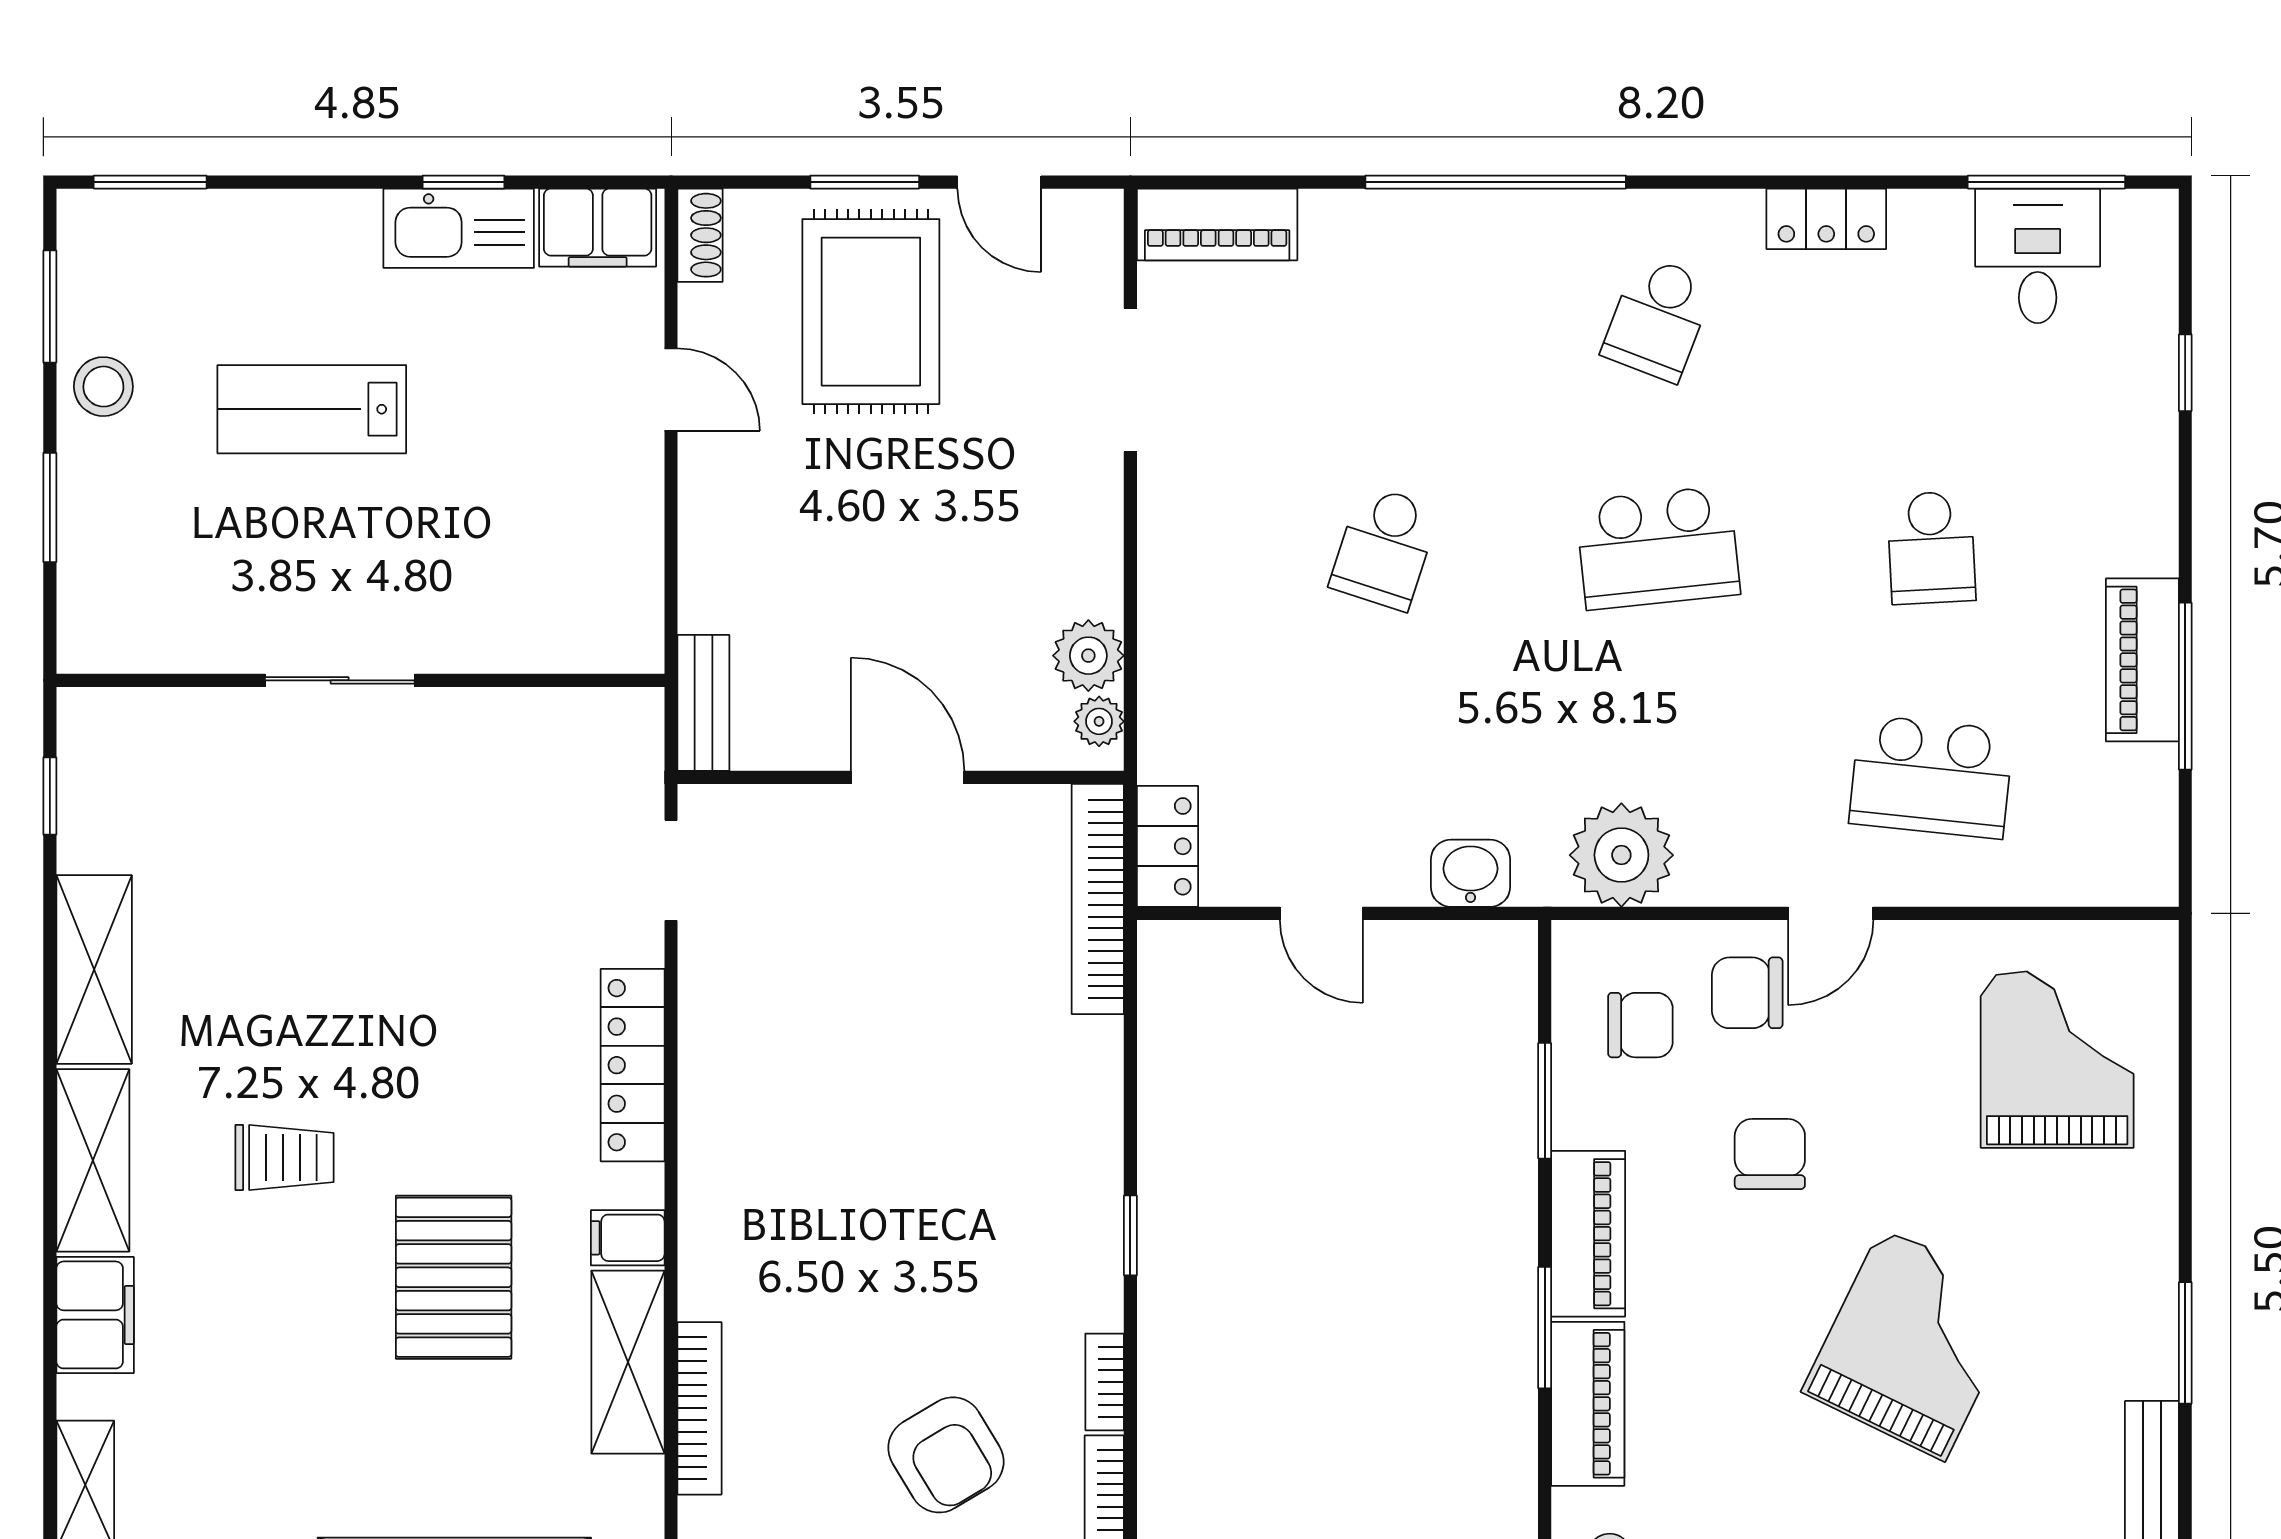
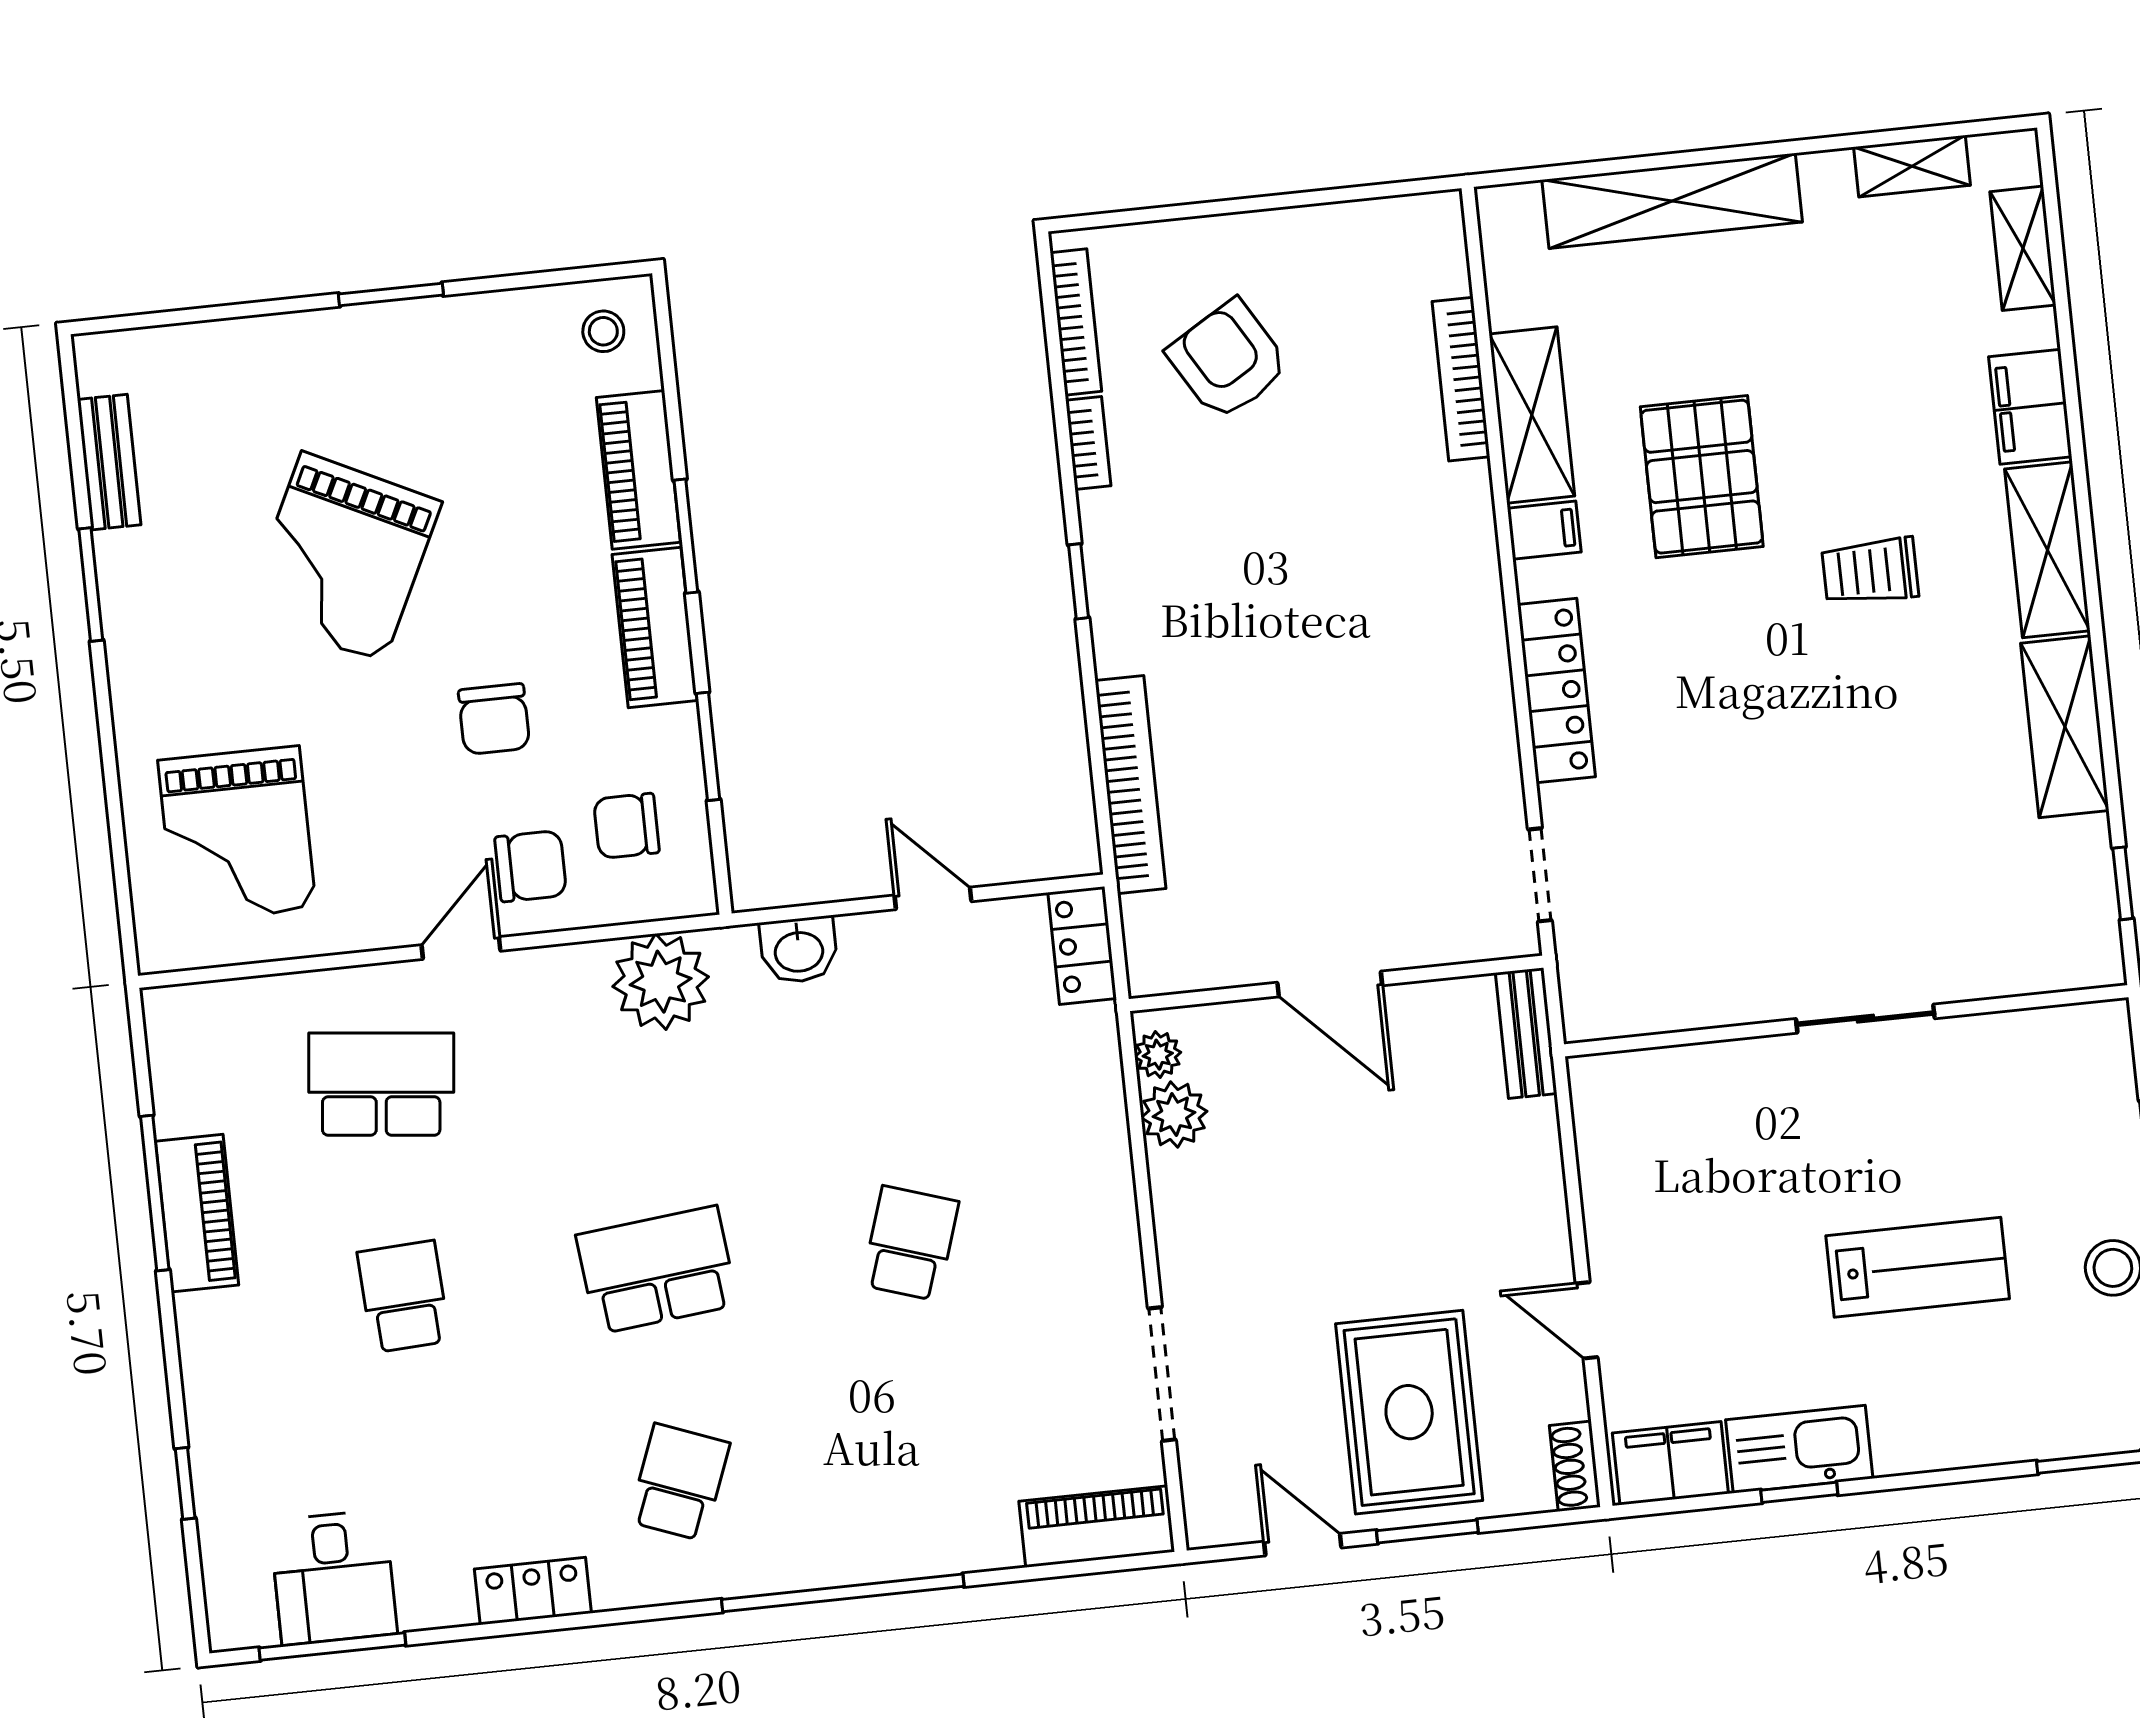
bookcase: (1098, 899) -> (1131, 785), moved

